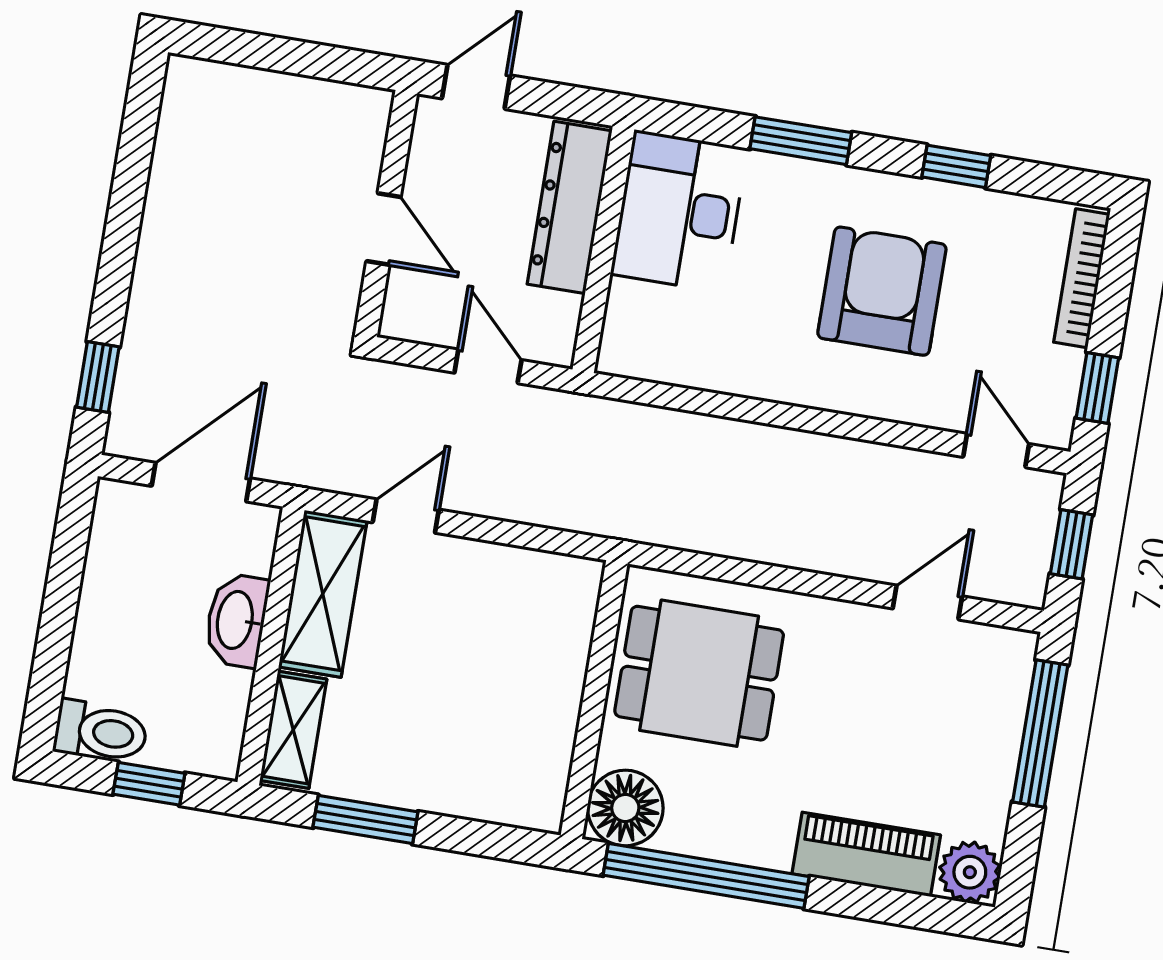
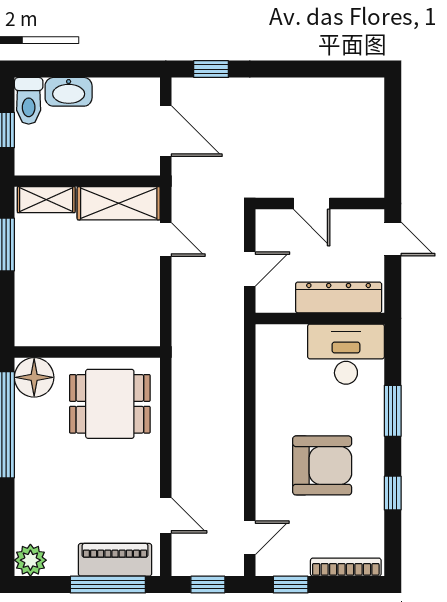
door: (384, 229) -> (312, 204), hinge flipped
washbasin: (236, 620) -> (69, 92), moved, turned 180
dining table: (699, 673) -> (110, 404), turned 90
piano: (866, 854) -> (115, 560), moved, turned -90

